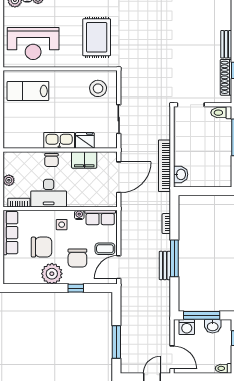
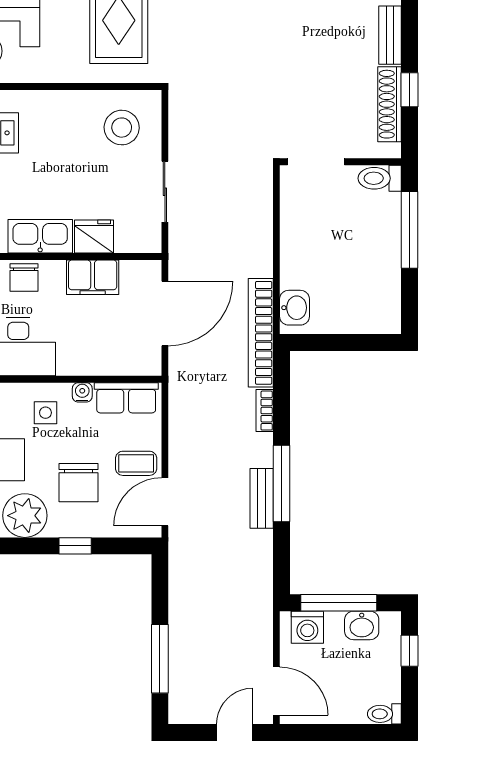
bookcase: (164, 166) -> (261, 333), moved

